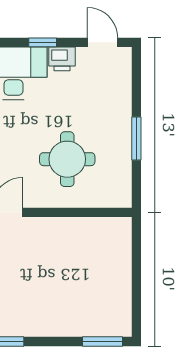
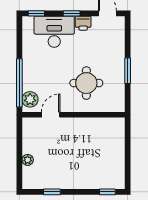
window: (102, 342) -> (107, 192), width x0.67

